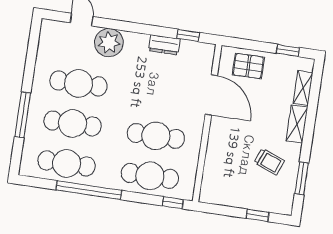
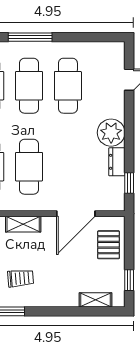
plant: (109, 43) -> (111, 133), moved
shelving: (297, 124) -> (23, 224), moved
trolley: (269, 162) -> (21, 278), turned -116

